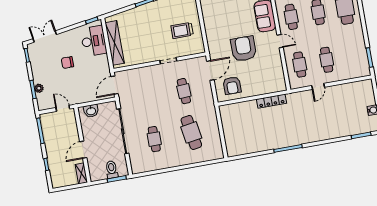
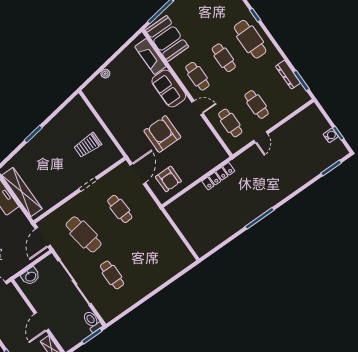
dresser: (361, 48) -> (288, 75), added
cafe table: (191, 132) -> (84, 234), moved
toilet: (112, 170) -> (92, 321), moved

